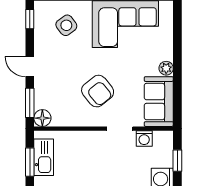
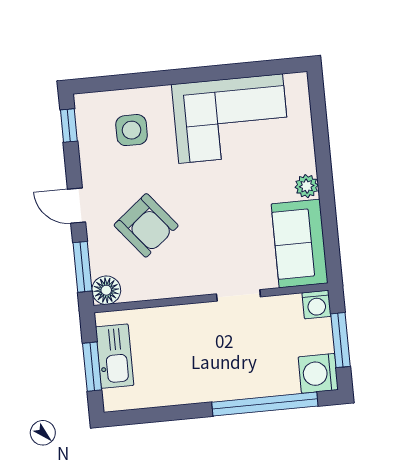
side table: (66, 25) -> (132, 130), turned 37
armchair: (98, 91) -> (146, 225), moved
washing machine: (144, 138) -> (317, 305), moved
window: (177, 161) -> (340, 340), width x1.50

